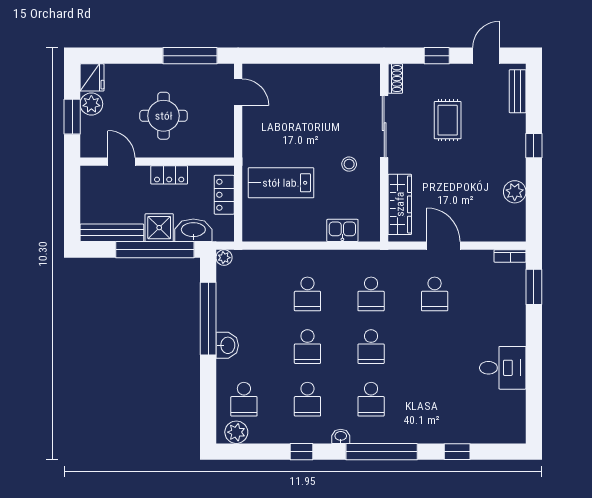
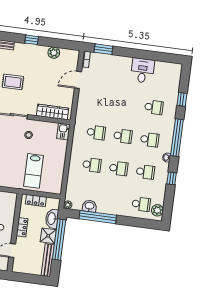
kitchen sink: (342, 230) -> (63, 132), moved
door: (443, 246) -> (78, 80), moved
school desk: (435, 294) -> (154, 107), moved
washbasin: (227, 345) -> (89, 206), moved

